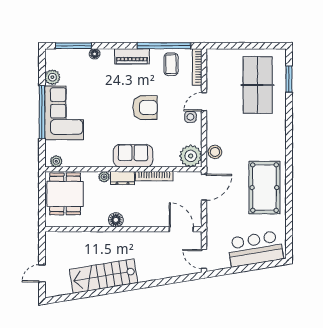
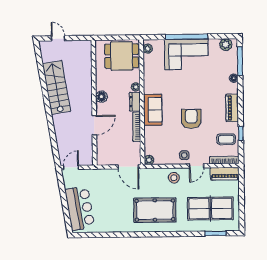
window: (164, 46) -> (241, 133), width x0.32
piano: (214, 66) -> (225, 174), added
plant: (52, 77) -> (226, 45), moved
door: (204, 102) -> (197, 166), swing flipped
armchair: (145, 108) -> (191, 119), turned 180
stool: (215, 152) -> (174, 178), moved
plant: (191, 156) -> (149, 160), width x0.53, depth x0.53
pool table: (264, 188) -> (155, 210), moved
door: (181, 229) -> (94, 125), moved

